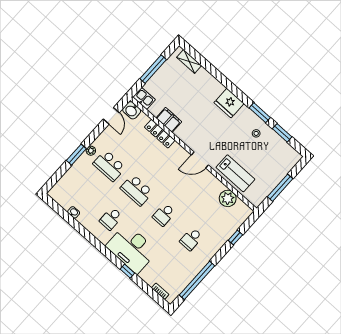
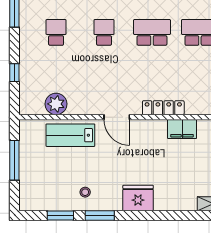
locker: (160, 134) -> (163, 108), moved
door: (200, 160) -> (117, 117), swing flipped

